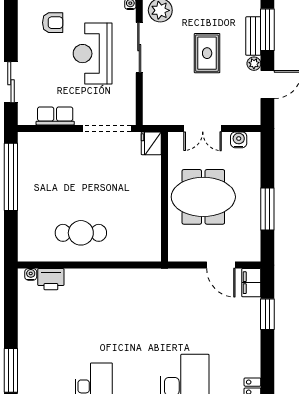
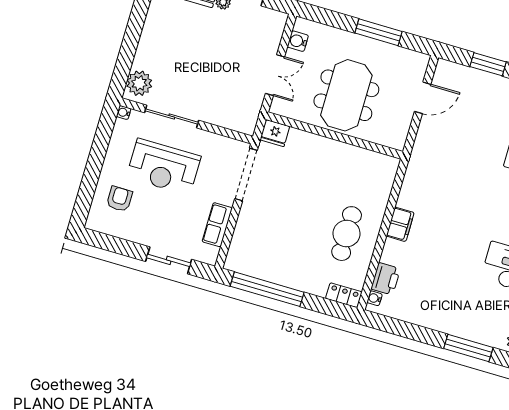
rug: (207, 53) -> (198, 48), removed
locker: (26, 246) -> (344, 295), added
filing cabinet: (251, 283) -> (400, 224), moved, turned -90

